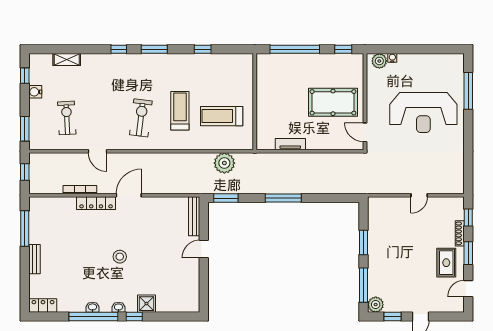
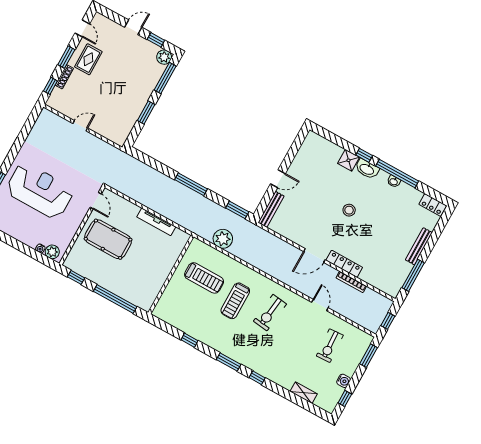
tv unit: (290, 144) -> (156, 222), width x1.41
bench: (34, 259) -> (419, 246), width x1.36
door: (468, 289) -> (82, 28), hinge flipped
washbasin: (119, 307) -> (367, 169), width x1.91, depth x1.45

